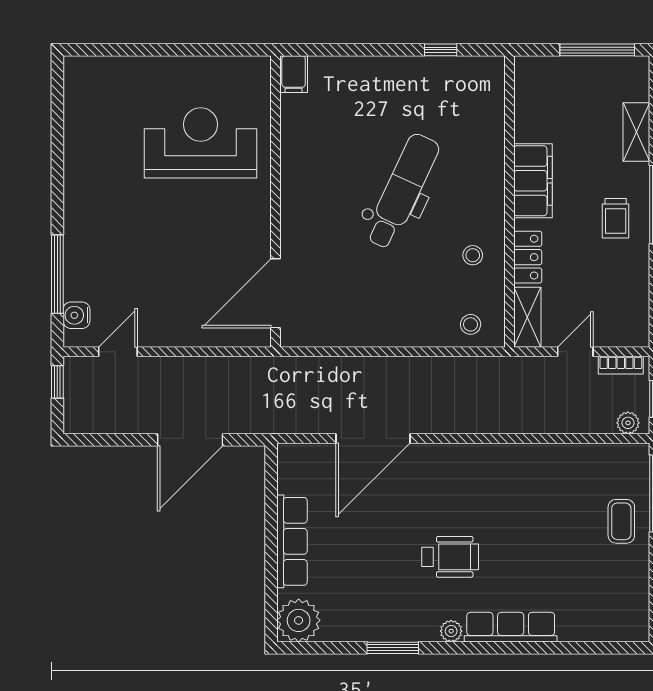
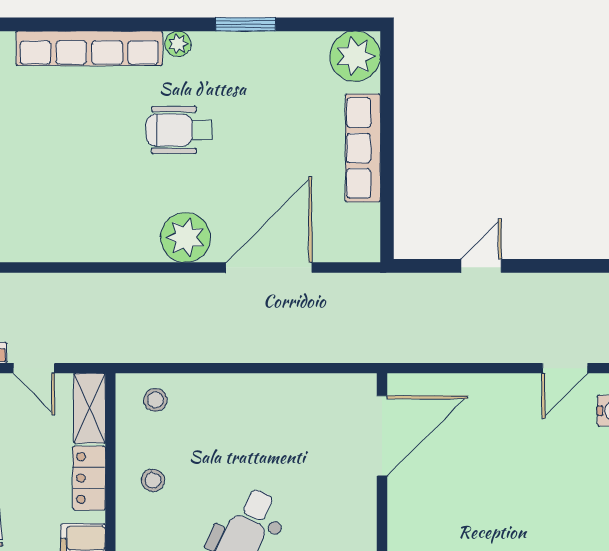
door: (575, 352) -> (34, 368), hinge flipped
door: (190, 440) -> (481, 266), width x0.53
plant: (445, 464) -> (185, 238), added
row of seats: (511, 627) -> (89, 48), width x1.36

